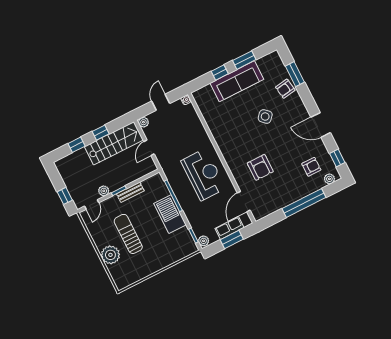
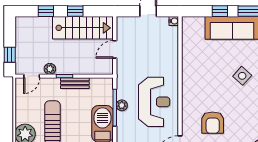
plant: (143, 122) -> (122, 105), moved

